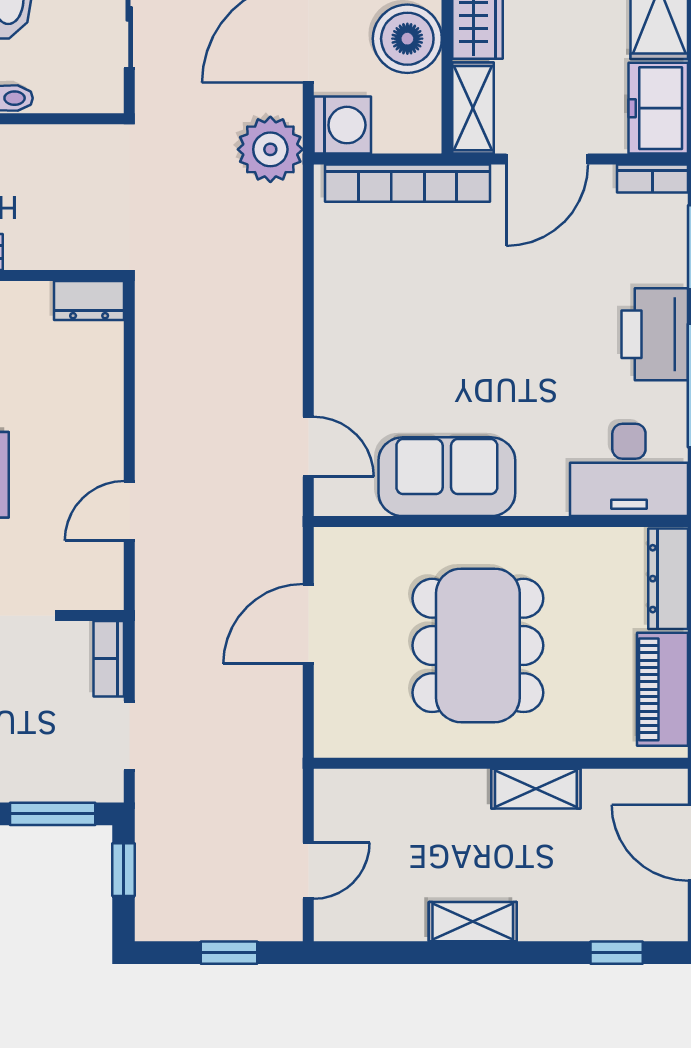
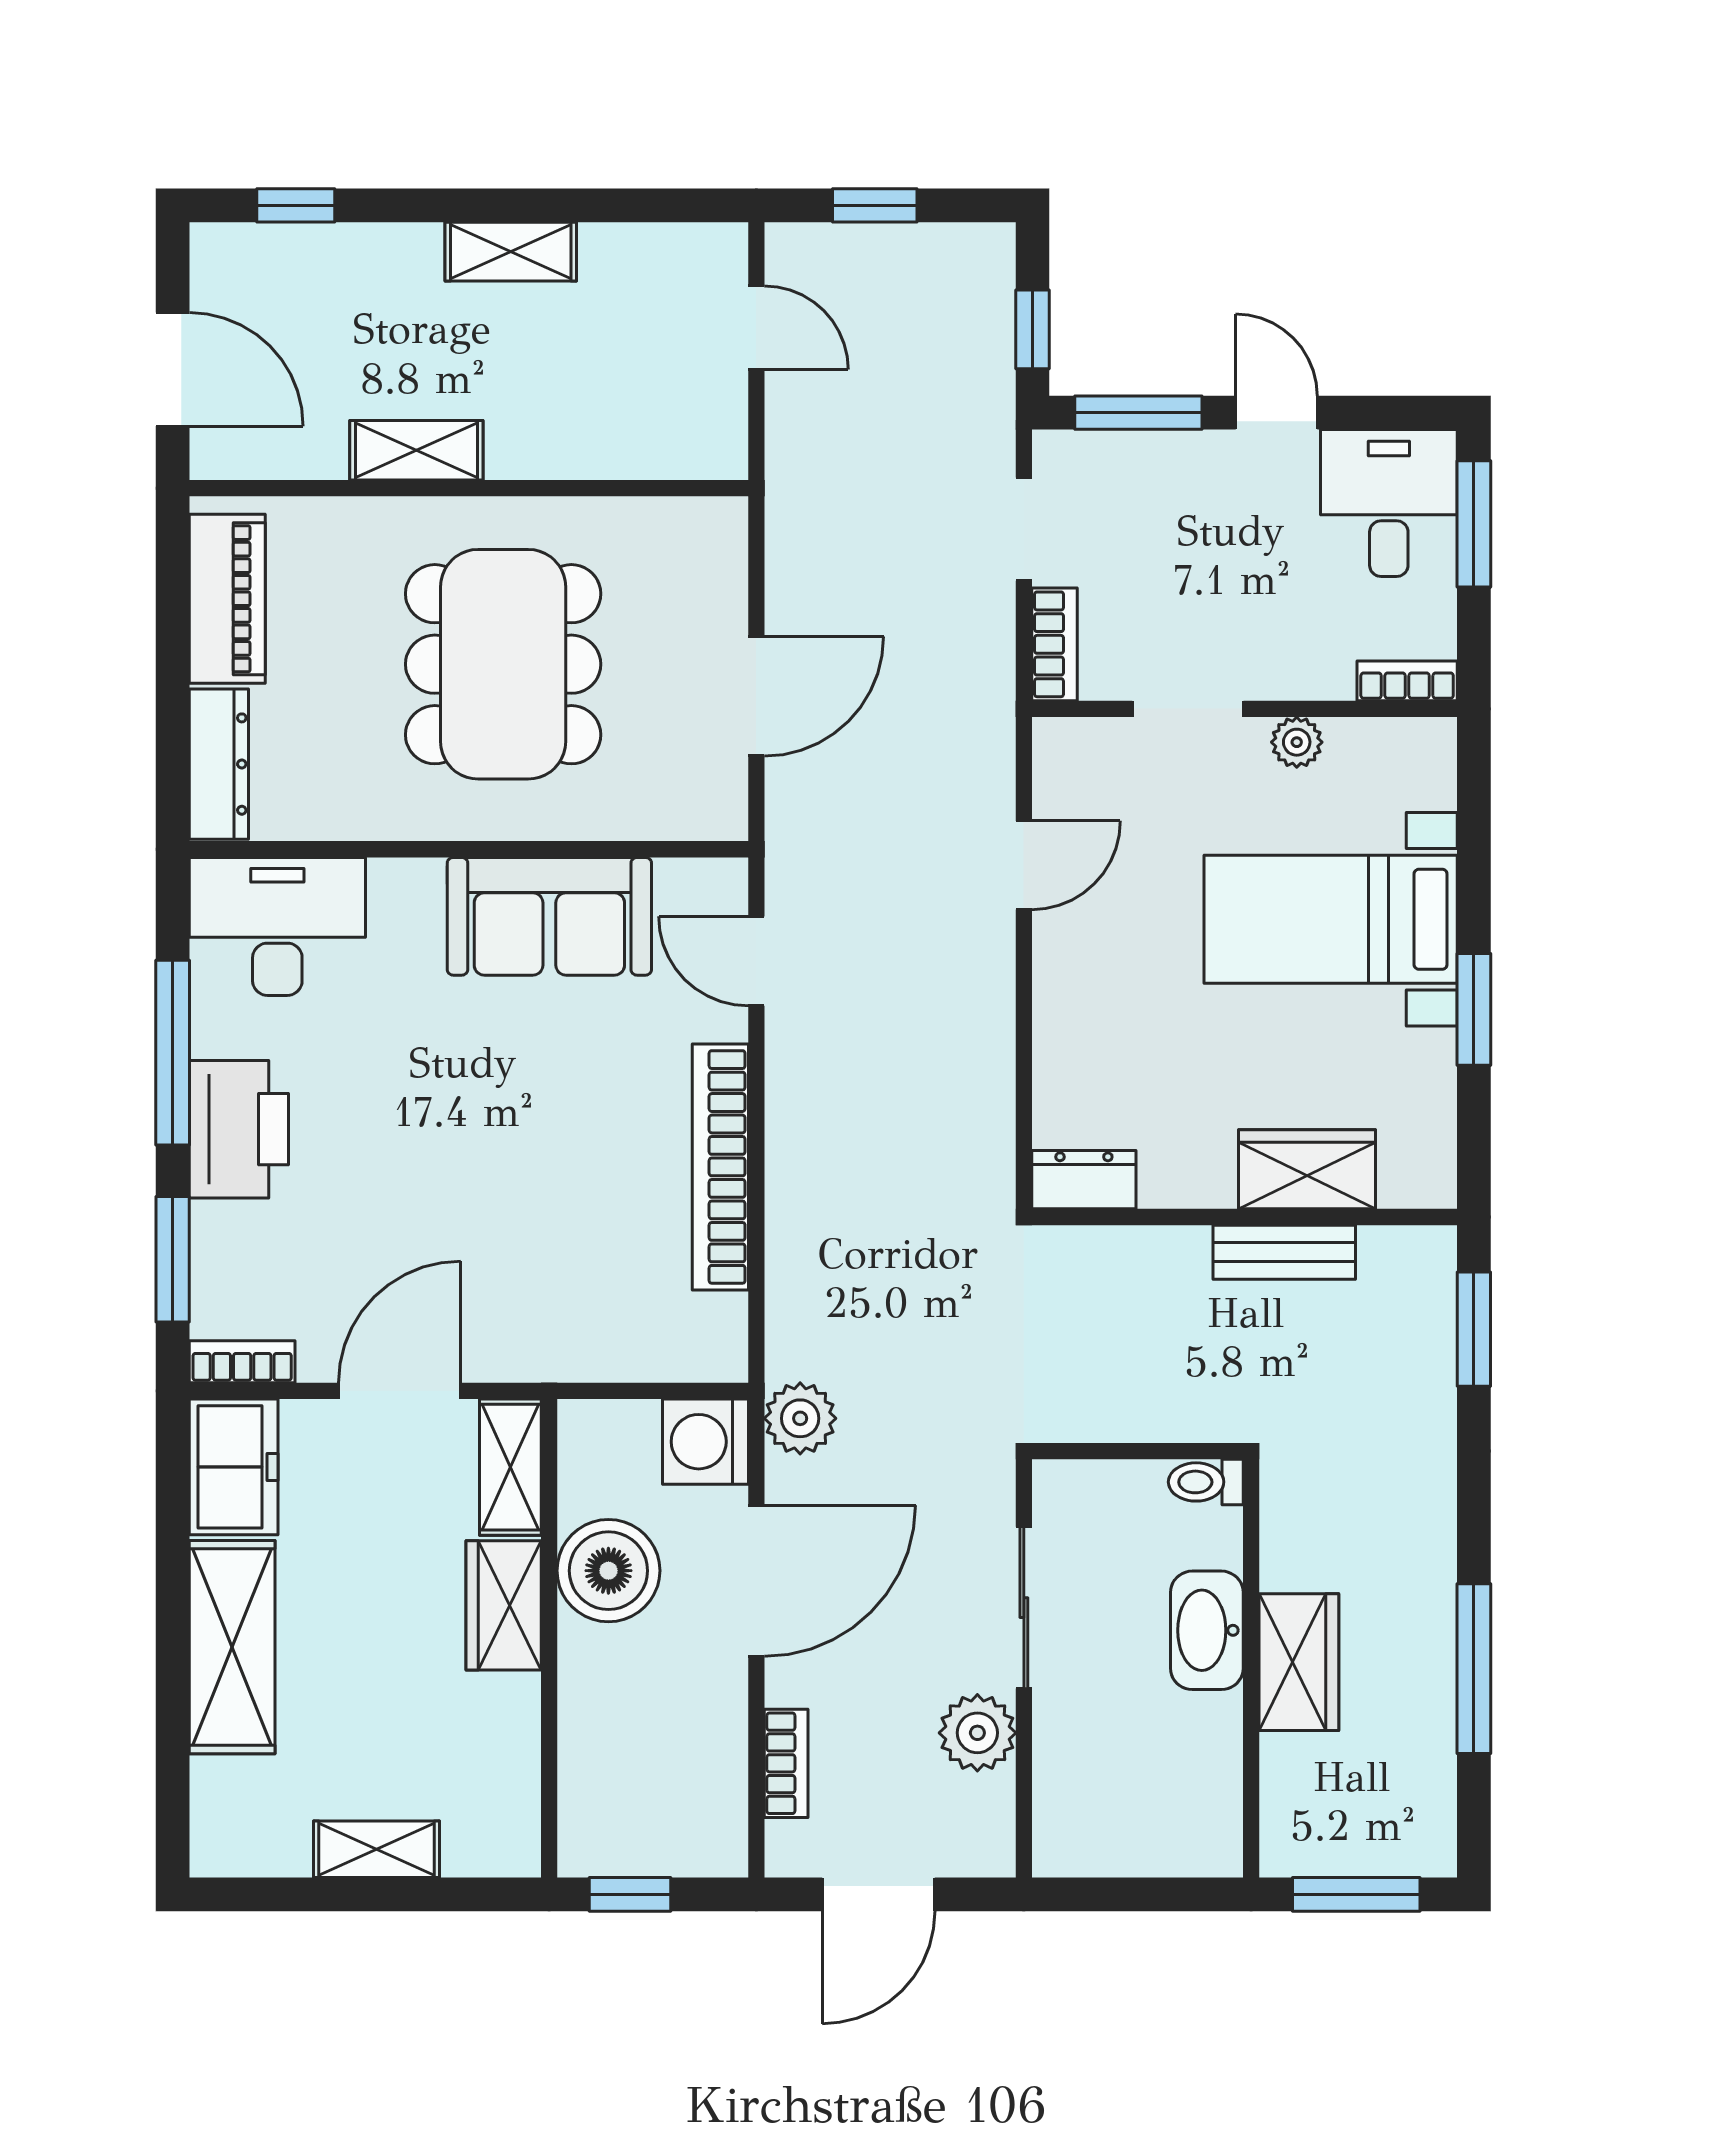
plant: (270, 149) -> (800, 1418), width x0.73, depth x0.73
bookcase: (408, 183) -> (720, 1167), moved, turned -90
door: (308, 871) -> (756, 328), swing flipped

